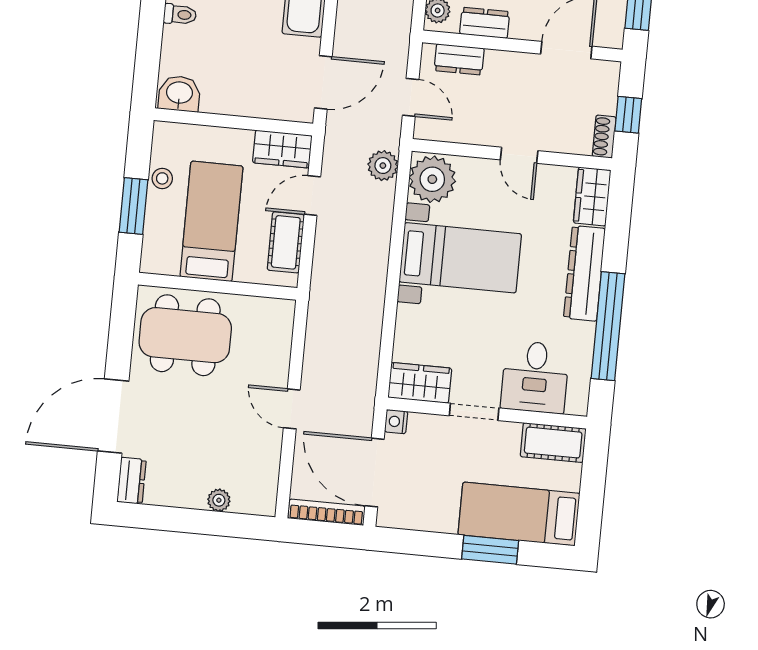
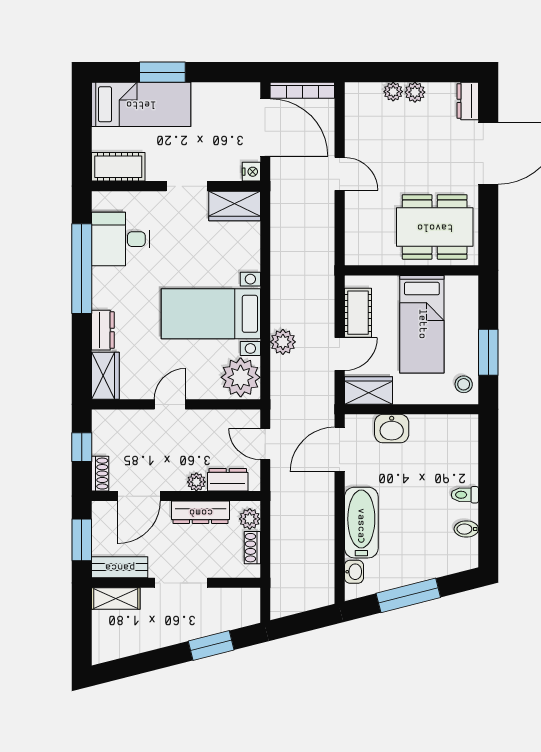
dresser: (485, 23) -> (201, 512), width x1.44
plant: (497, 60) -> (196, 482), added
washbasin: (179, 94) -> (392, 429), moved
shoe rack: (604, 137) -> (100, 474), moved
door: (519, 155) -> (170, 404), hinge flipped
plant: (383, 166) -> (283, 342), moved
stool: (162, 178) -> (464, 384), moved
window: (133, 206) -> (488, 352), moved
dresser: (584, 273) -> (103, 330), width x0.51, depth x0.80
desk: (535, 377) -> (121, 239), moved, turned -90
plant: (193, 497) -> (415, 92), added

